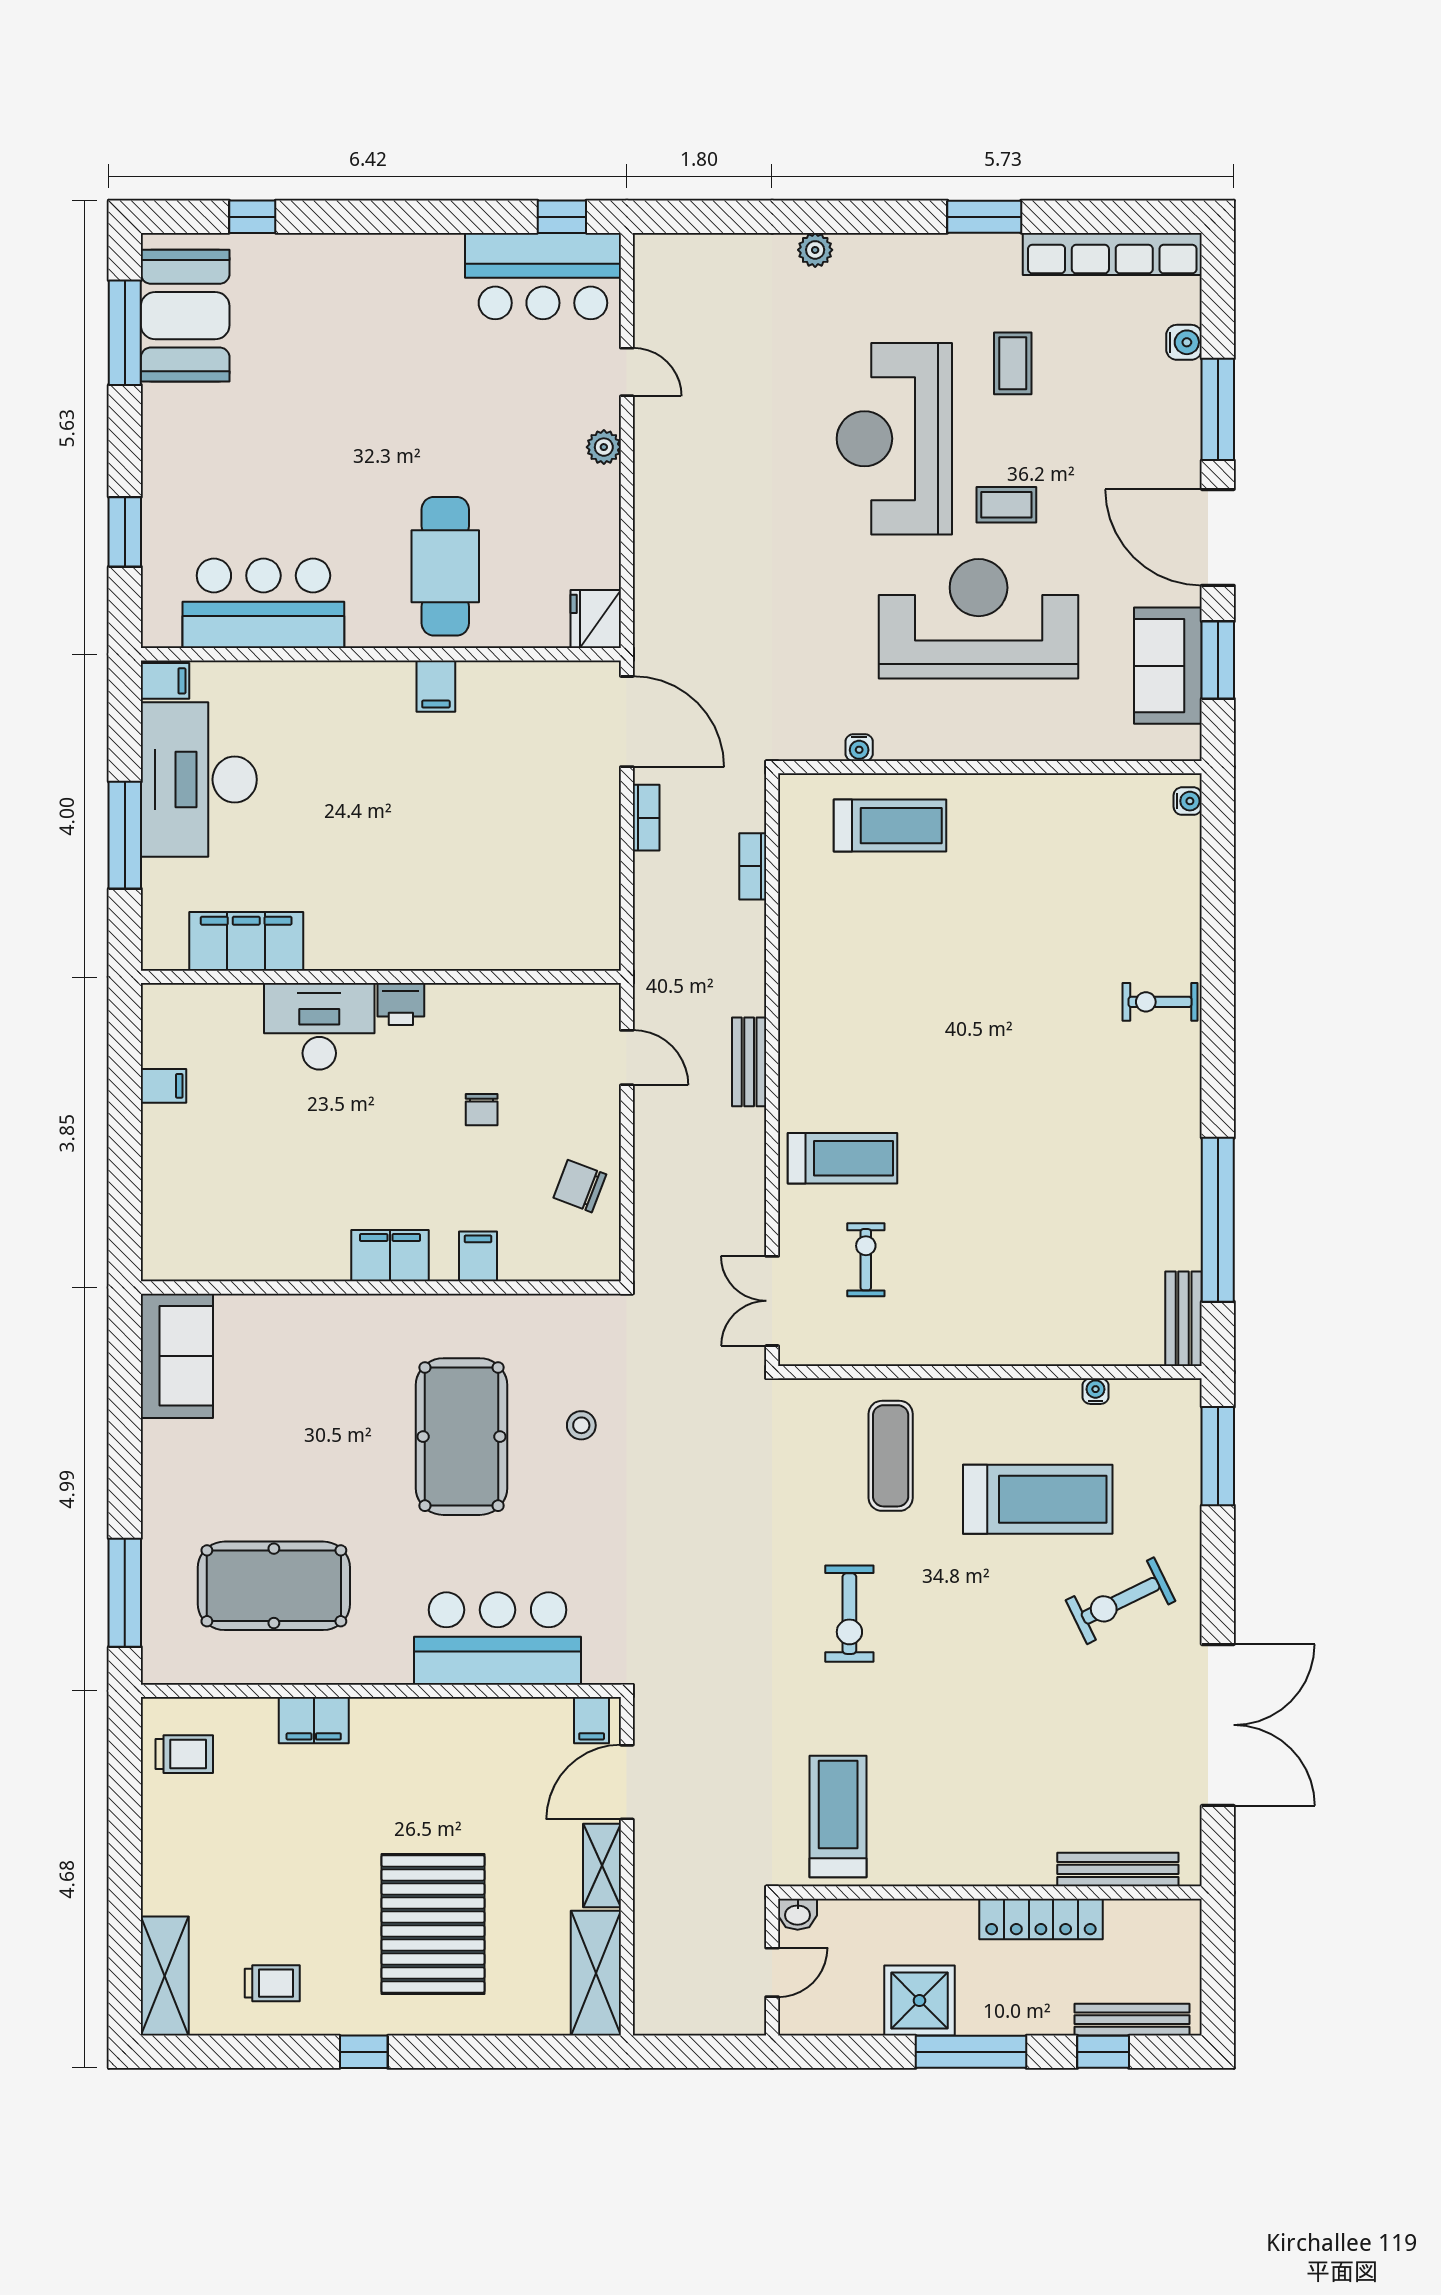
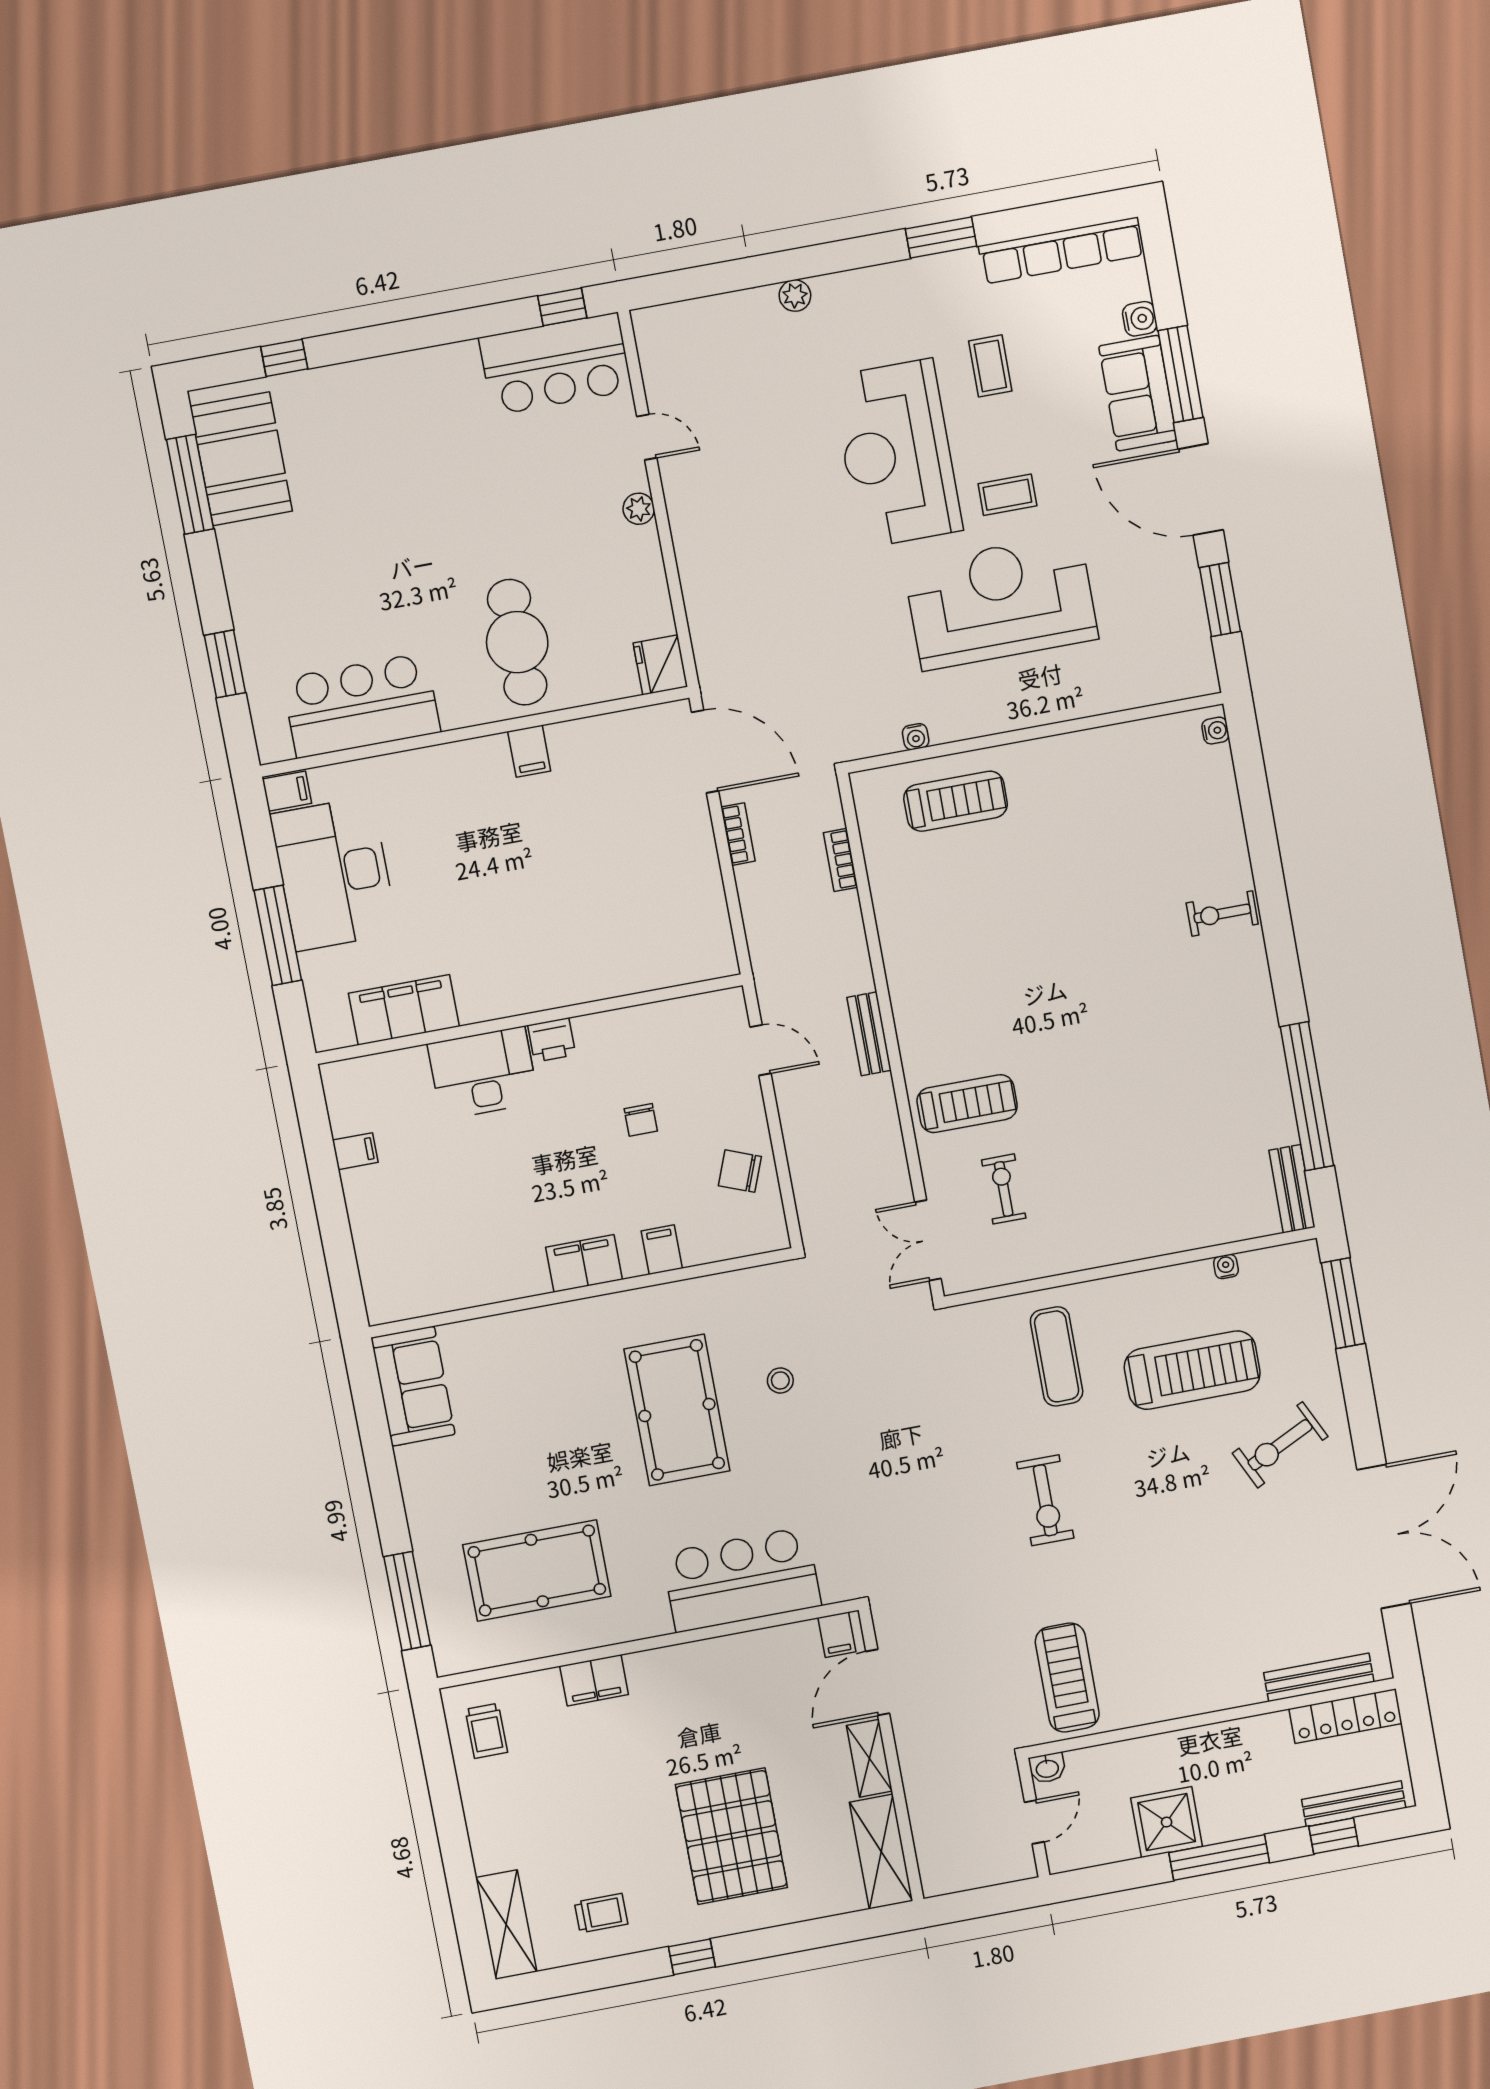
sofa: (1168, 666) -> (1138, 393), moved
trolley: (184, 1754) -> (486, 1731), turned 90
locker: (1041, 1919) -> (1346, 1716), moved

